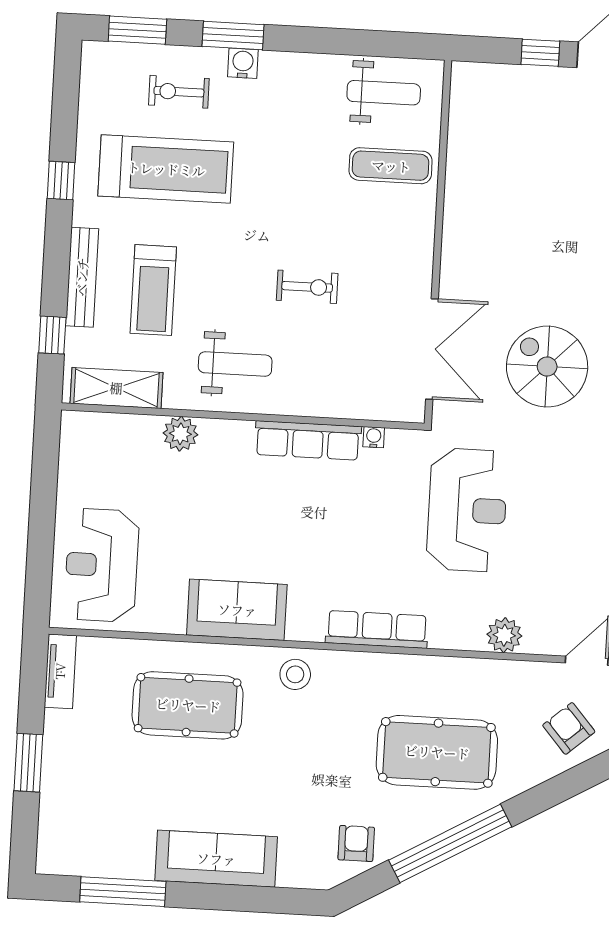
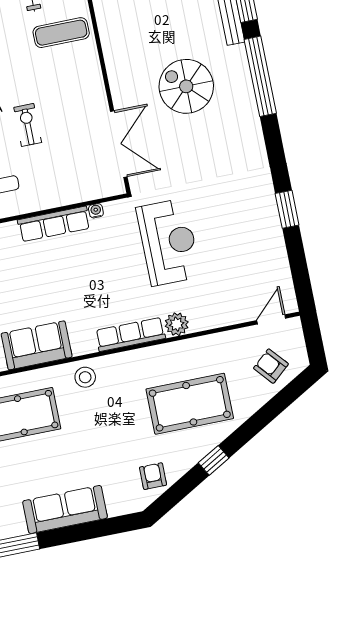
exercise bike: (307, 287) -> (28, 125), turned -90
spiral stairs: (547, 367) -> (186, 86), moved
plant: (504, 635) -> (177, 324), moved
window: (450, 843) -> (214, 460), width x0.32

